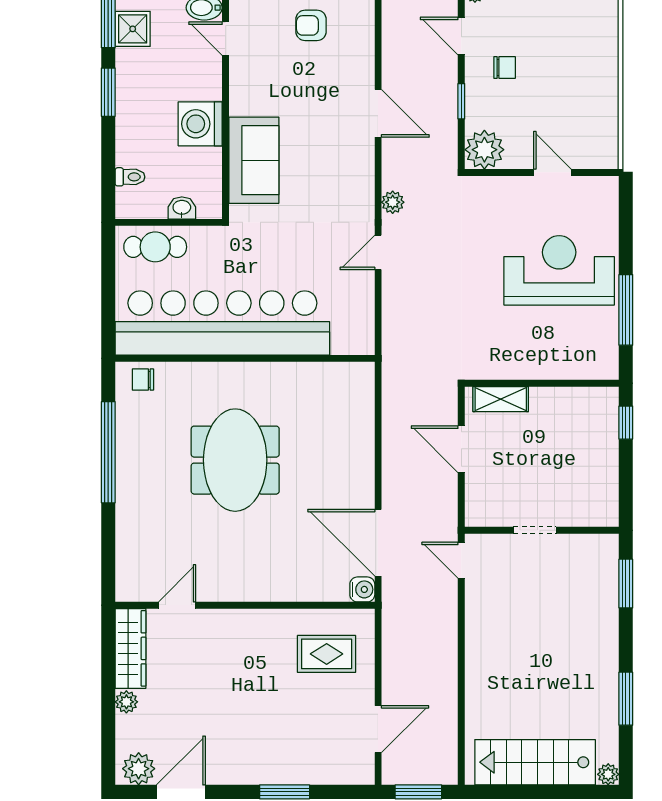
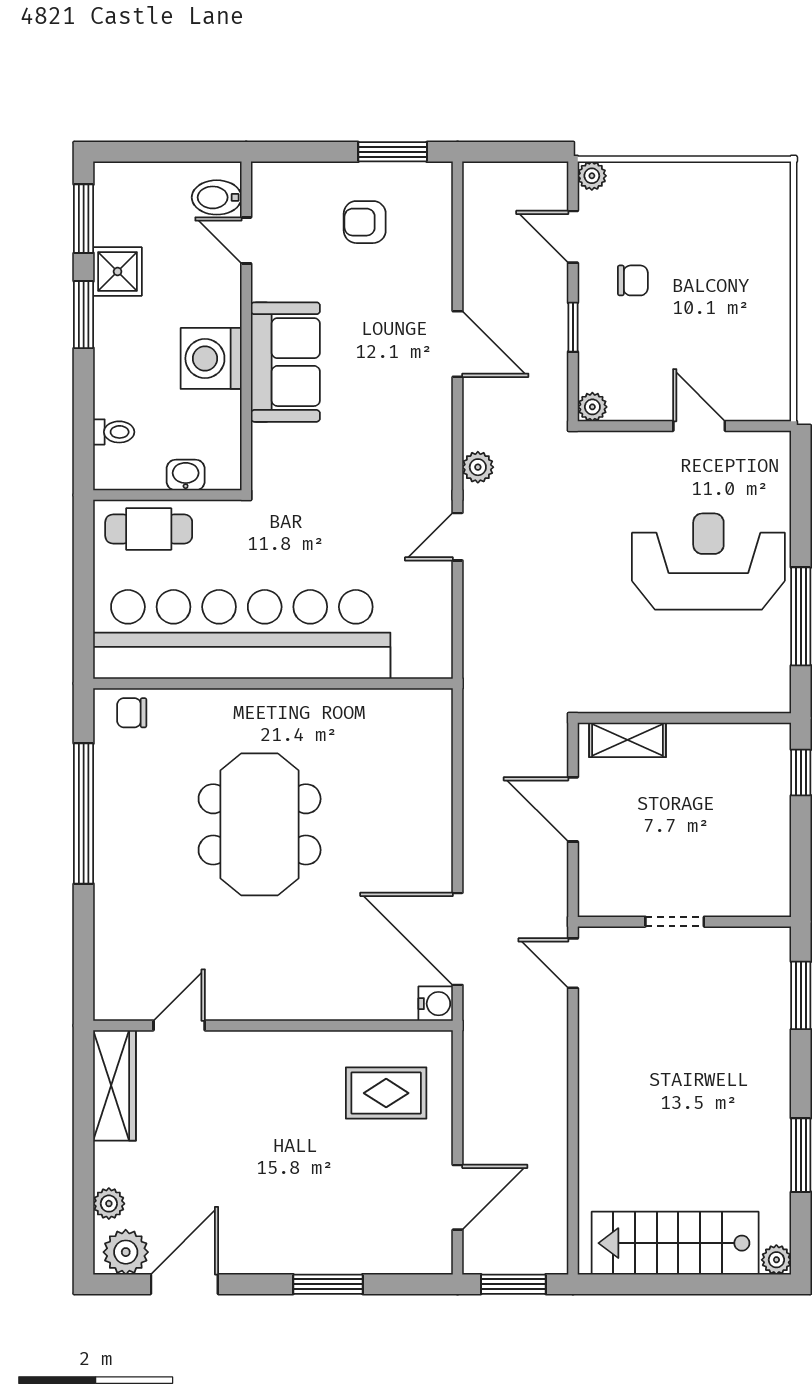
shower: (133, 29) -> (118, 272), moved
plant: (484, 150) -> (592, 407), width x0.53, depth x0.53
sofa: (254, 160) -> (285, 362), moved
plant: (126, 702) -> (109, 1204), moved

